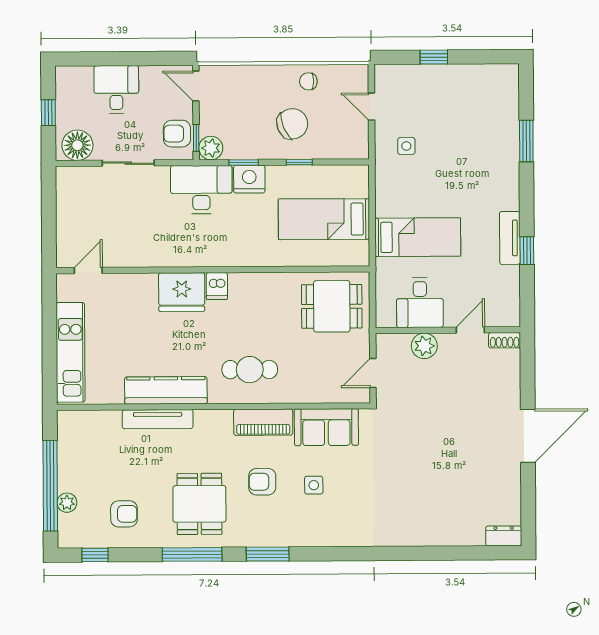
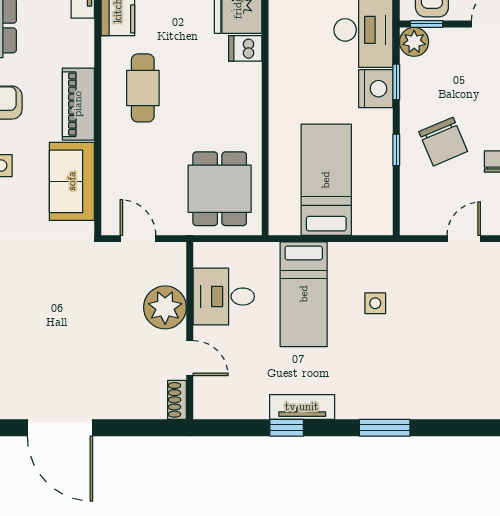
window: (526, 141) -> (385, 428), moved
side table: (406, 146) -> (375, 303), moved
plant: (424, 346) -> (165, 307), width x1.36, depth x1.36

